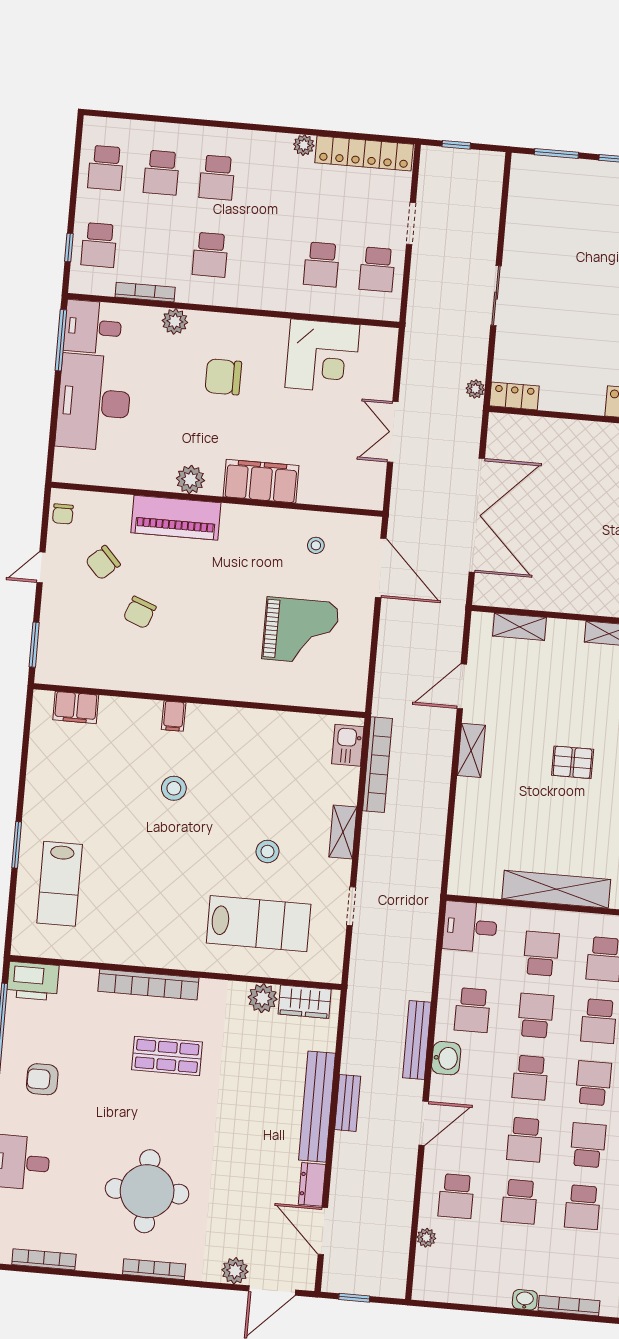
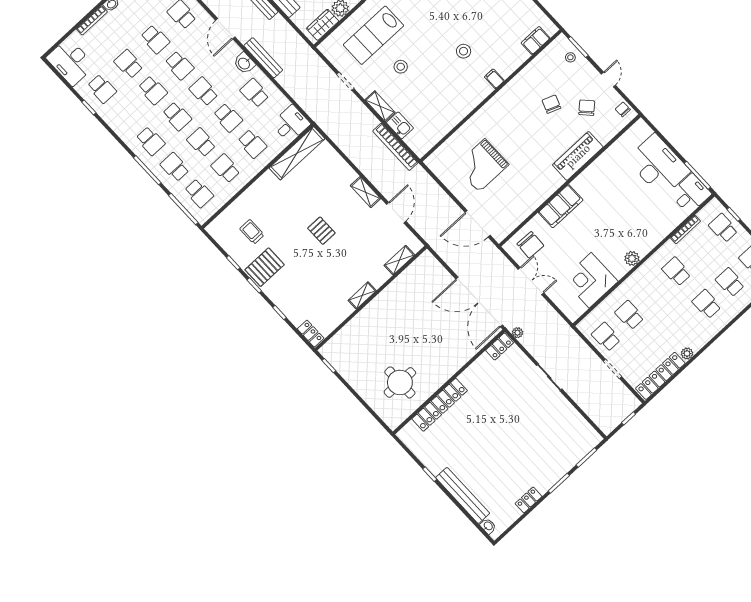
plant: (175, 321) -> (632, 258), moved
chair: (223, 377) -> (530, 245), moved, turned 92
plant: (190, 479) -> (588, 177), removed
double door: (477, 515) -> (479, 302), moved
stool: (316, 545) -> (570, 57), moved
kitchen sink: (348, 745) -> (400, 125), moved
pallet: (573, 762) -> (321, 231), turned 90
shelving: (556, 889) -> (297, 153), moved
school desk: (525, 1140) -> (179, 65), turned 180
school desk: (519, 1202) -> (155, 39), turned 180

